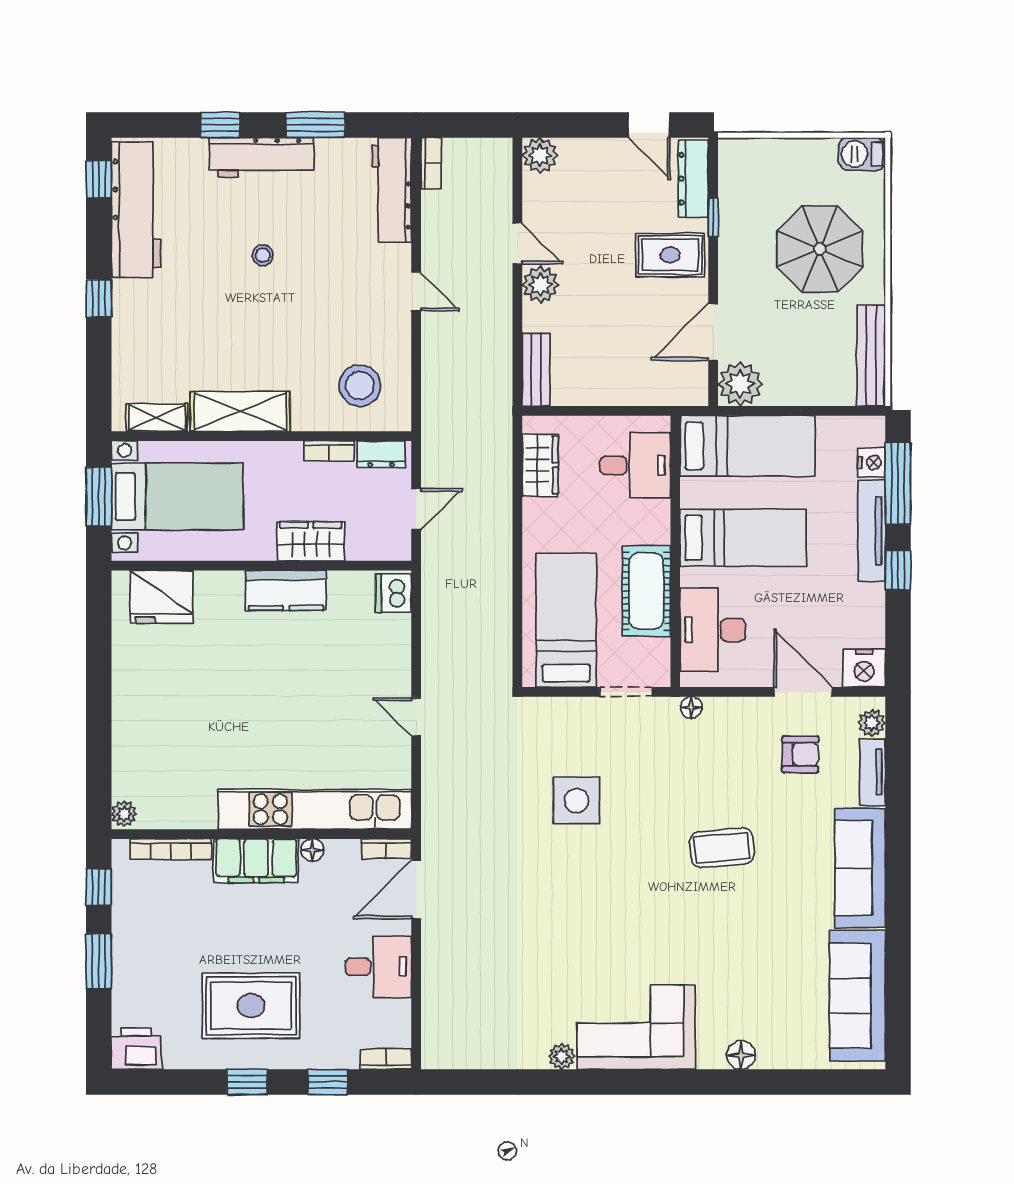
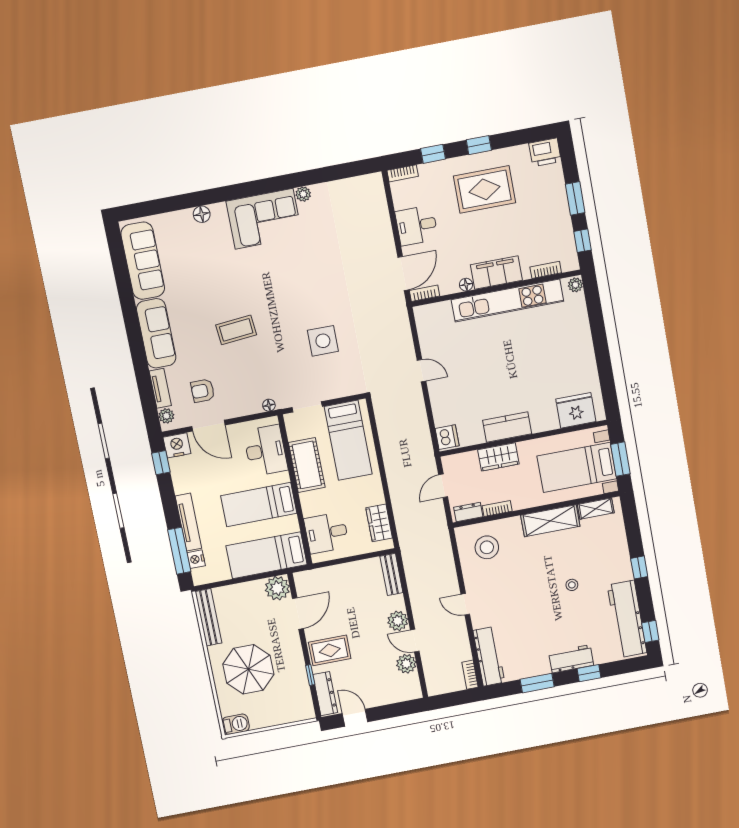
plant: (540, 155) -> (406, 664), moved
workbench: (262, 157) -> (571, 659), width x0.73
stool: (263, 255) -> (572, 585), moved
window: (898, 570) -> (161, 463), moved
kitchen unit: (315, 809) -> (507, 300), moved
bookcase: (171, 849) -> (546, 270), width x0.64

